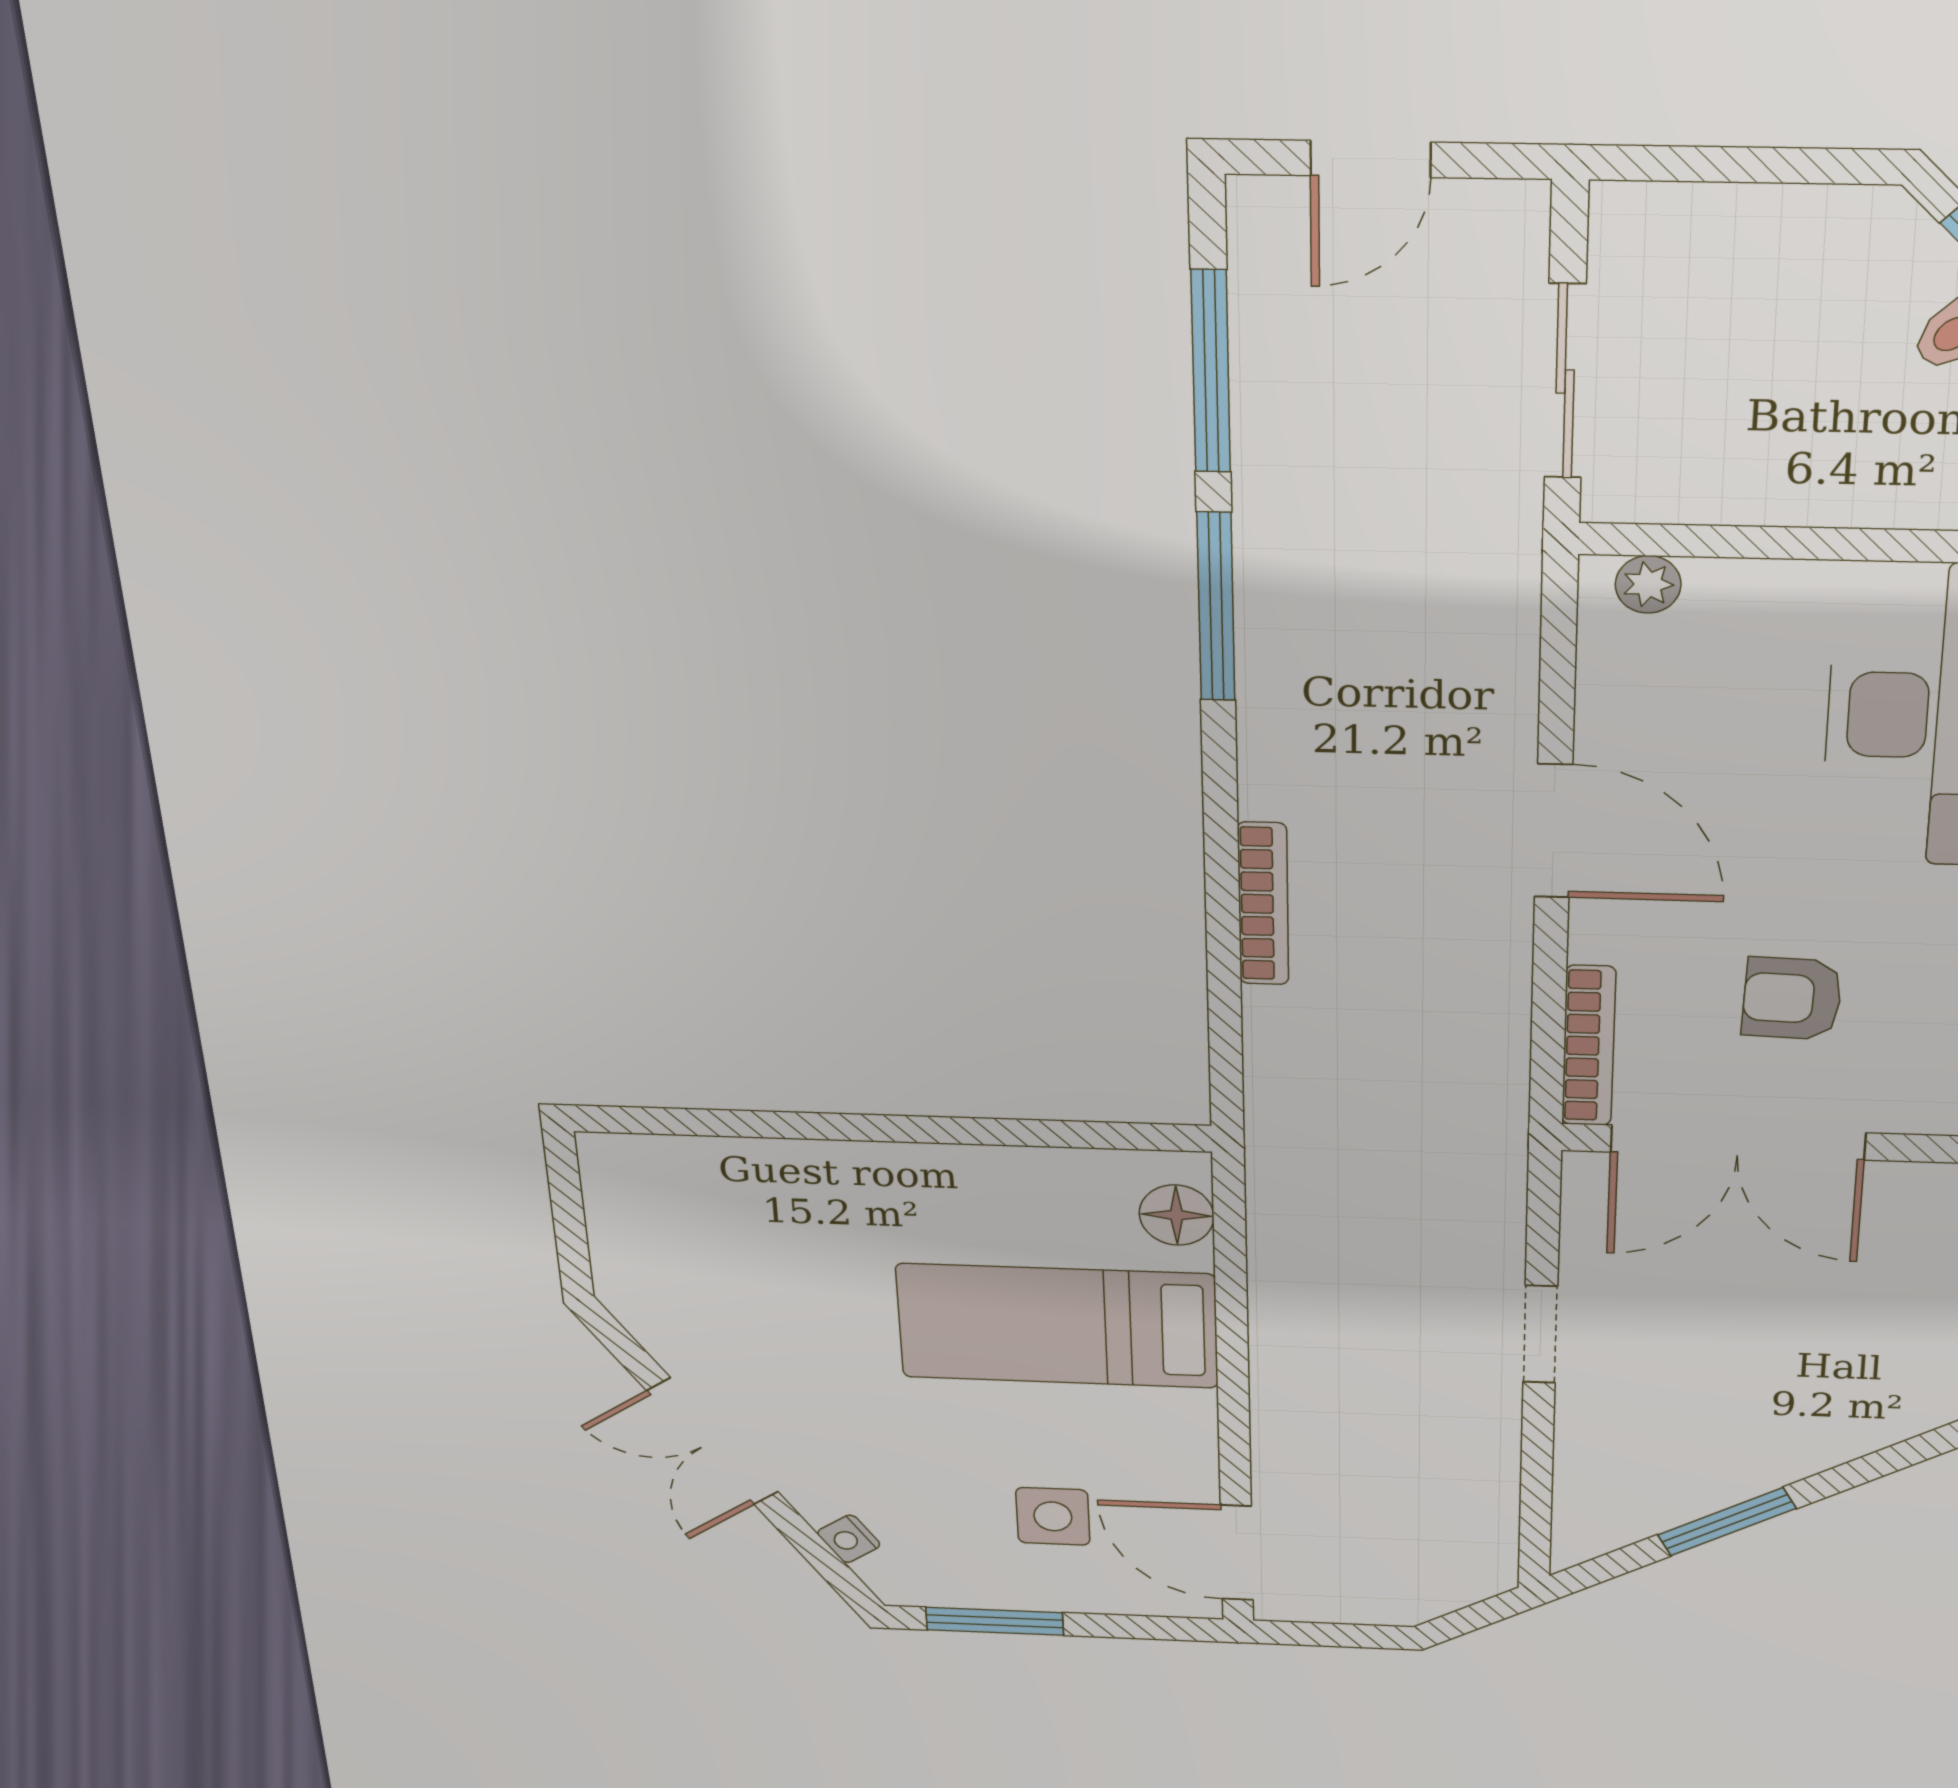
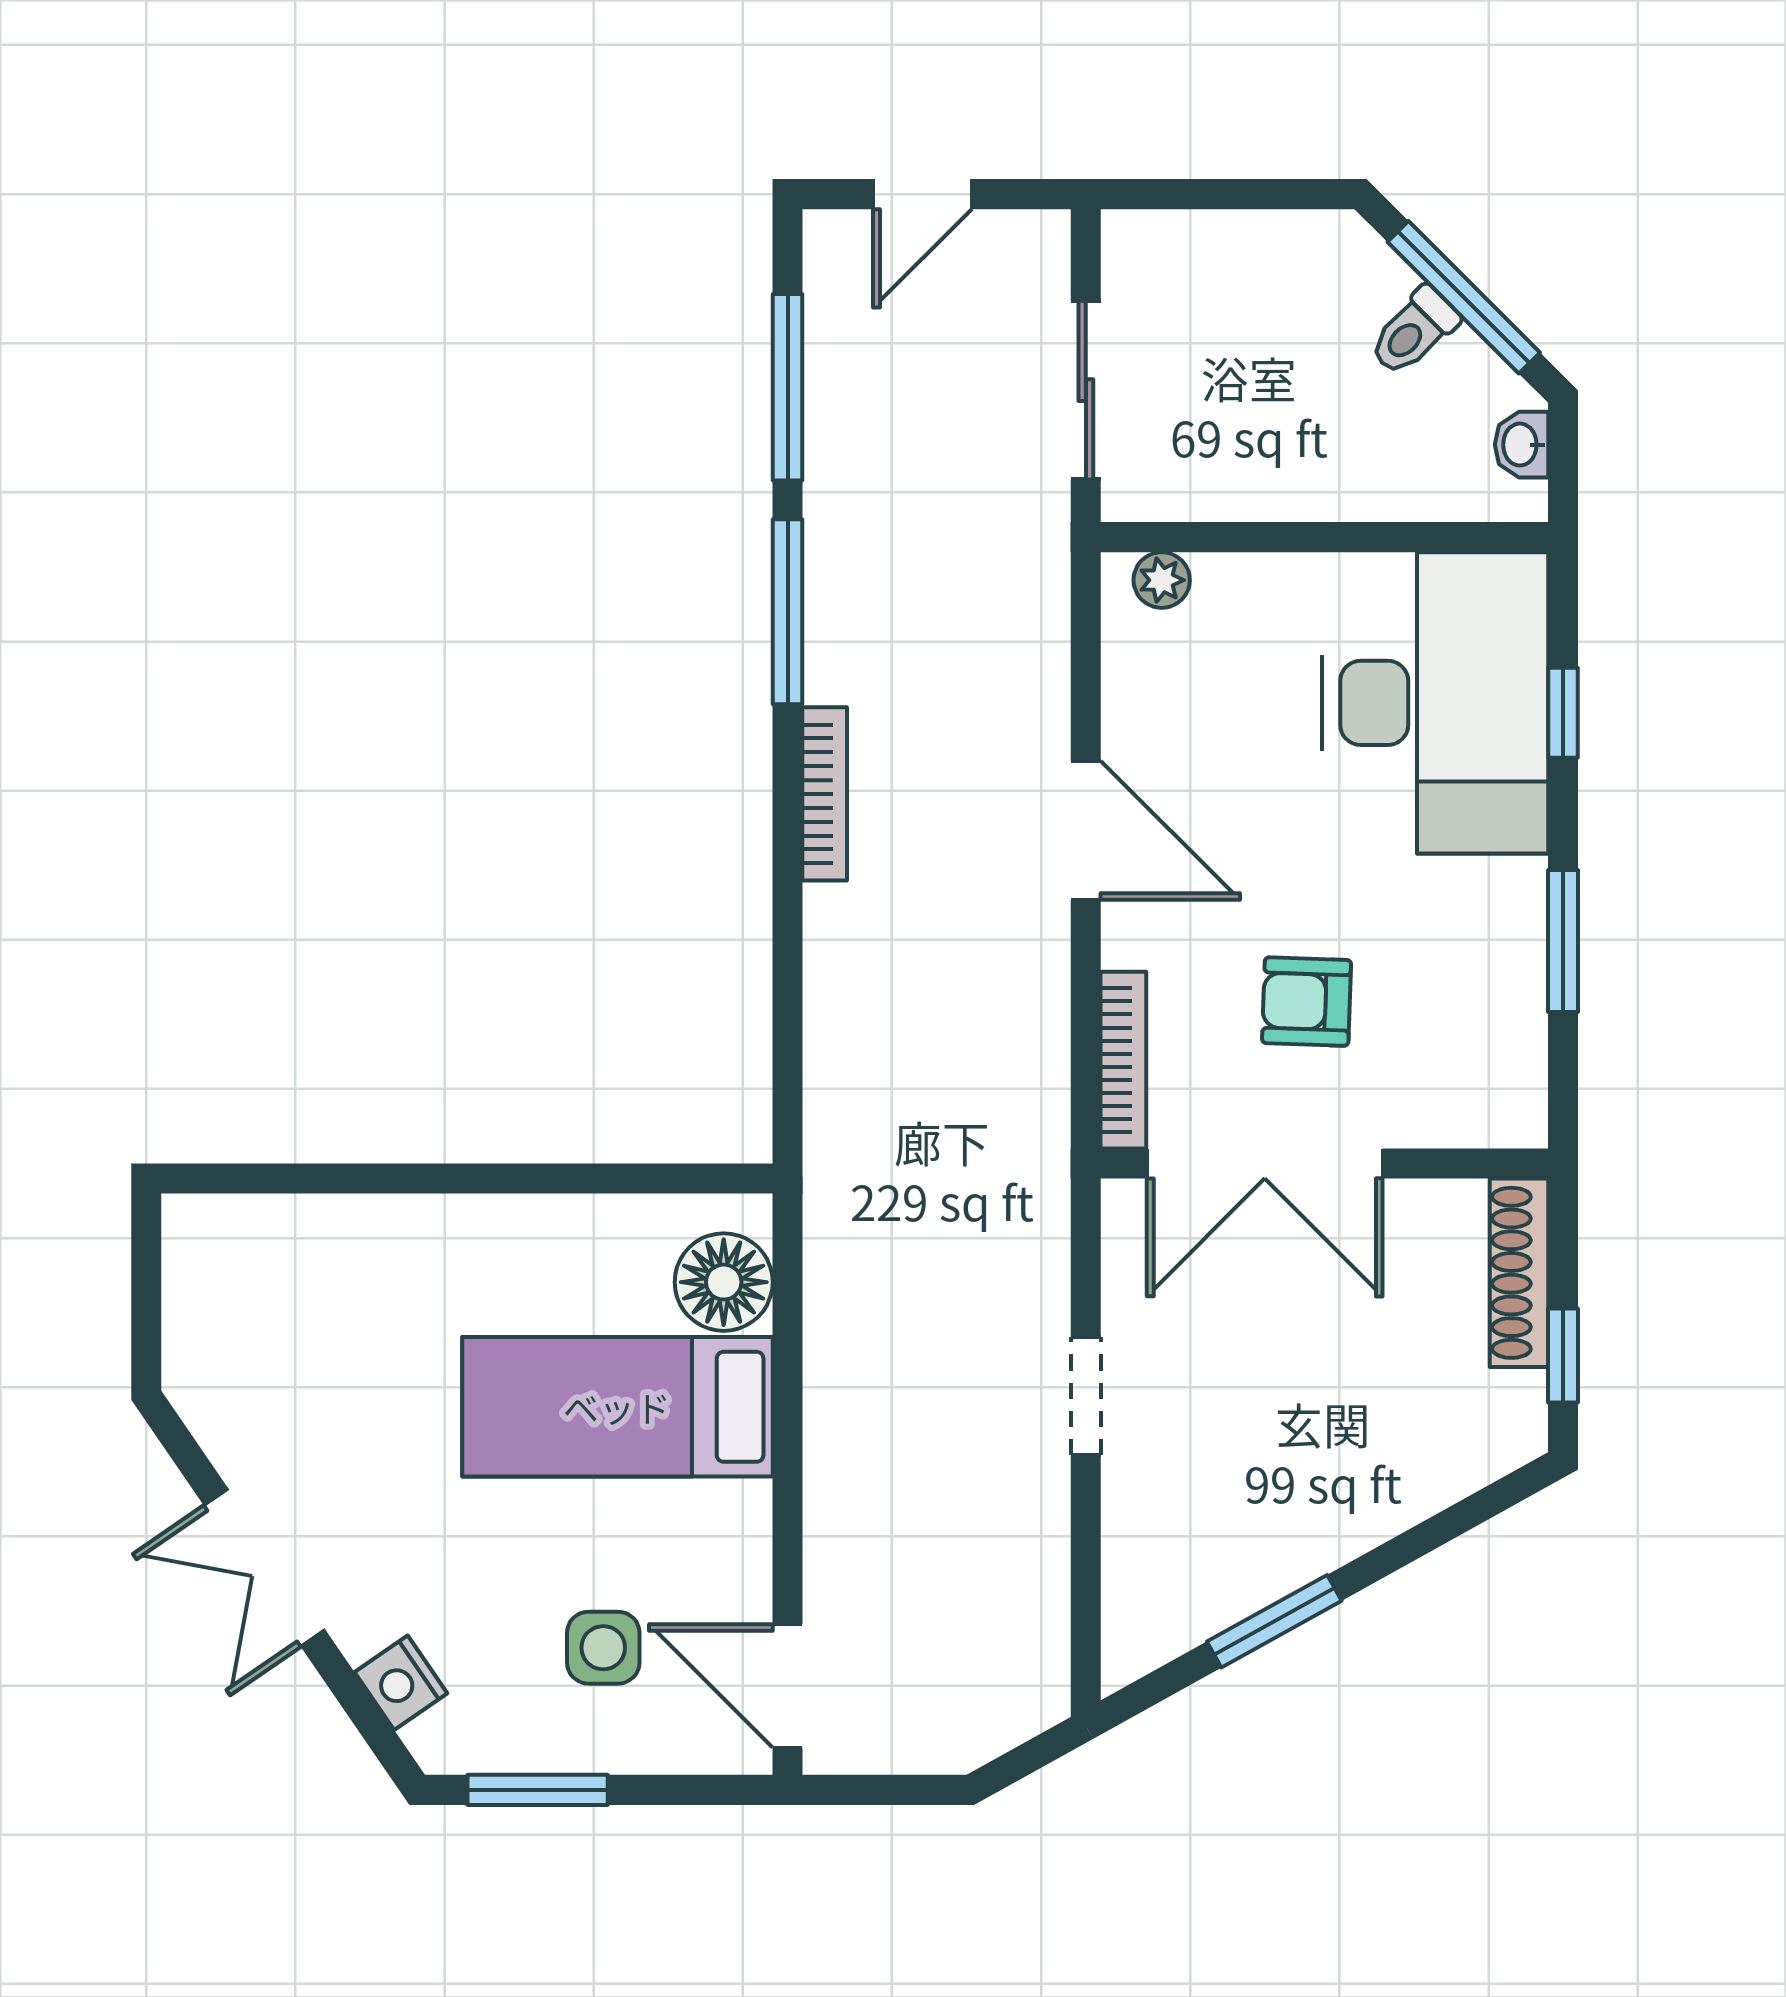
bookcase: (1263, 904) -> (825, 794), moved
floor lamp: (1177, 1215) -> (724, 1282), width x1.38, depth x1.38
nightstand: (849, 1539) -> (401, 1683), width x1.39, depth x1.35

